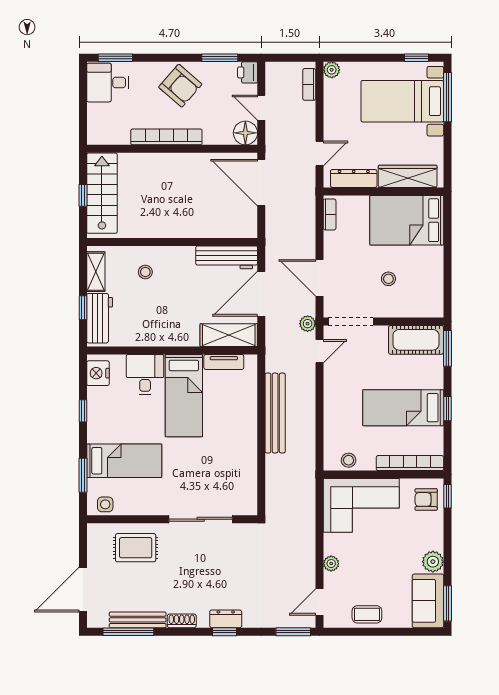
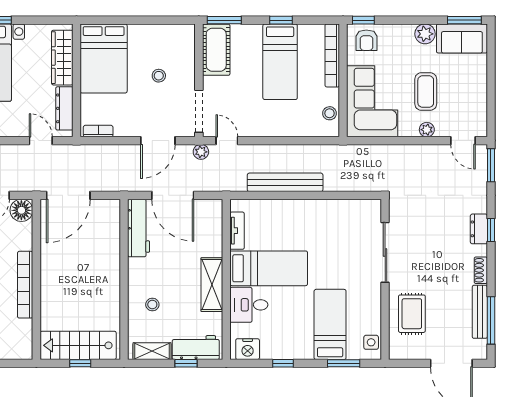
shelving: (229, 335) -> (212, 285), moved
coffee table: (367, 614) -> (426, 92), moved, width x1.36, depth x1.30

